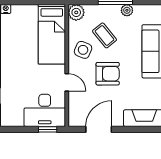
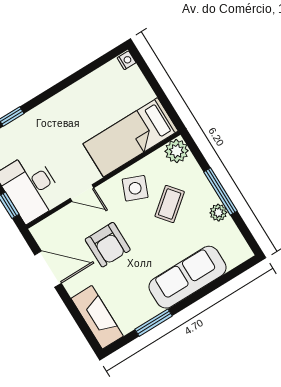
armchair: (108, 74) -> (108, 245), moved
door: (67, 82) -> (82, 193), hinge flipped

